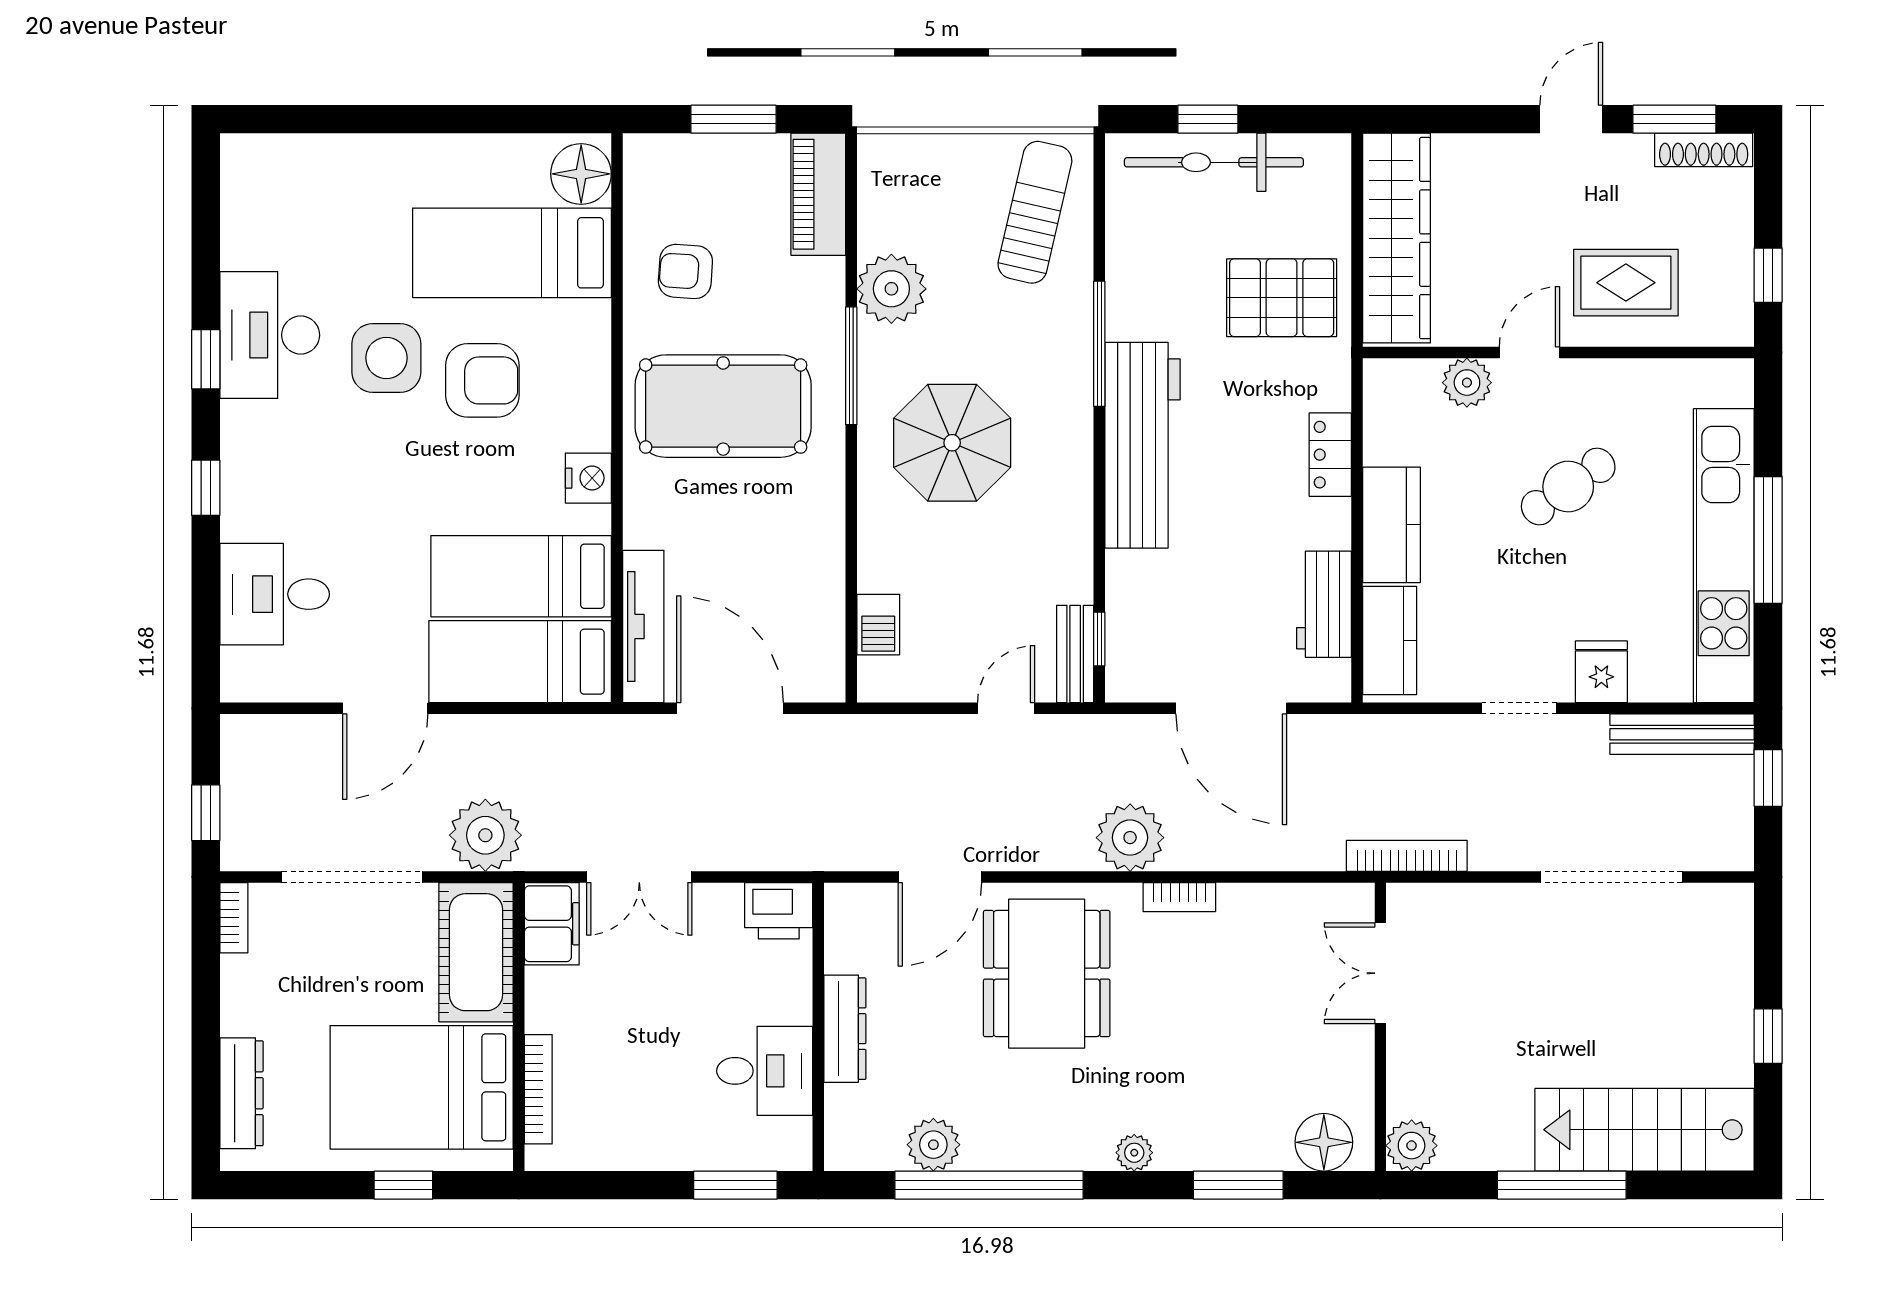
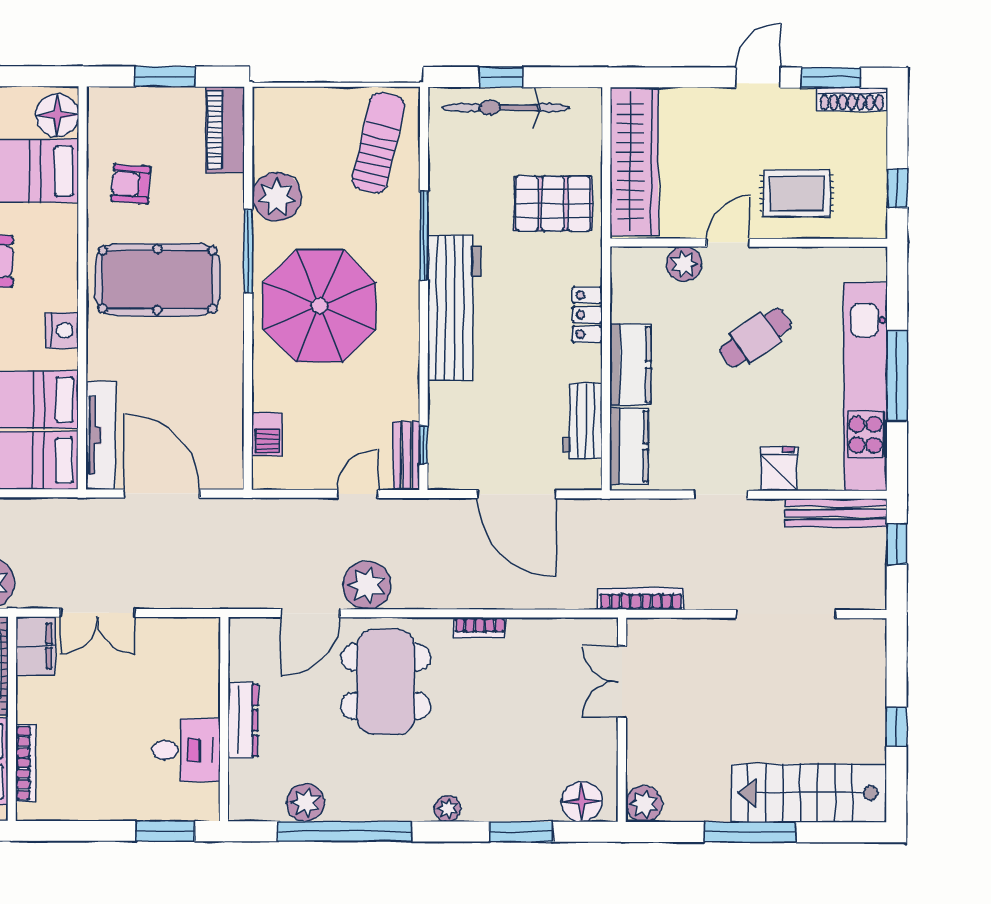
parasol: (952, 443) -> (320, 306), width x1.36, depth x1.36
plant: (1130, 838) -> (367, 585), moved
printer: (779, 911) -> (196, 637), removed

